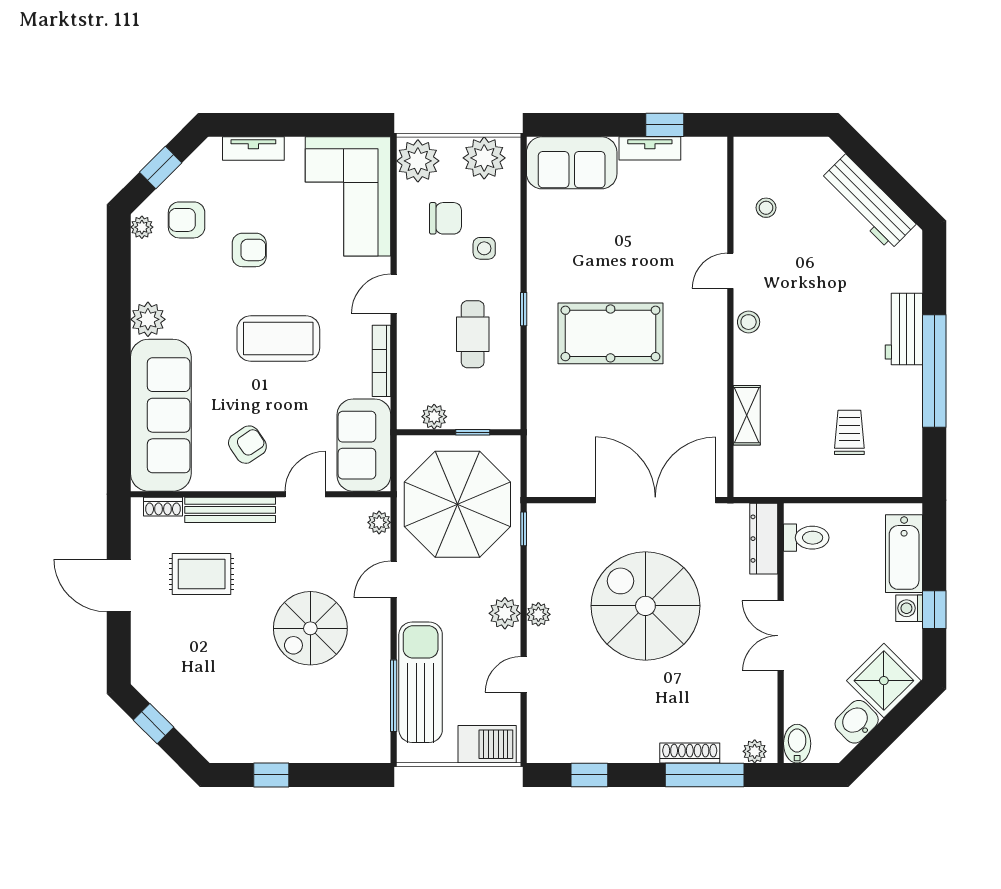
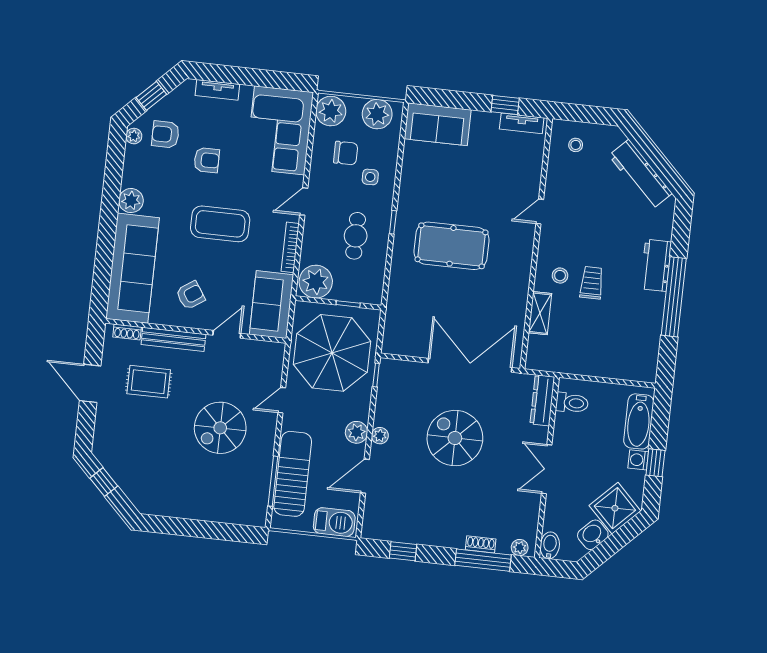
tv unit: (650, 148) -> (522, 123), moved
stool: (766, 208) -> (576, 145), moved
stool: (749, 322) -> (560, 276), moved
plant: (434, 417) -> (316, 282), width x1.88, depth x1.88
trolley: (849, 432) -> (592, 283), moved
plant: (379, 522) -> (276, 360), removed
spiral stairs: (645, 606) -> (455, 438), width x0.73, depth x0.73
door: (524, 674) -> (365, 476), width x1.37
shoe rack: (690, 753) -> (481, 544), width x0.70
window: (271, 775) -> (182, 527), removed

